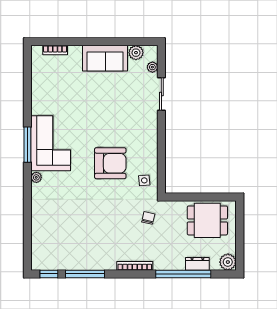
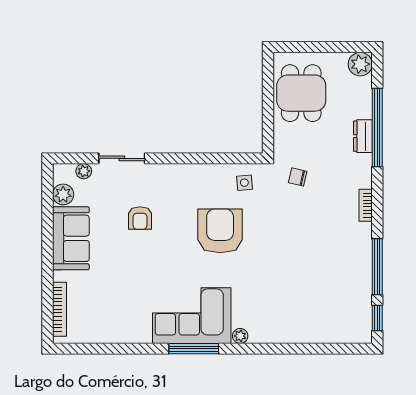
bookcase: (55, 50) -> (59, 309), width x1.56
armchair: (119, 107) -> (140, 218), added
dresser: (197, 264) -> (363, 136), moved
bookcase: (135, 266) -> (366, 205), width x0.64

